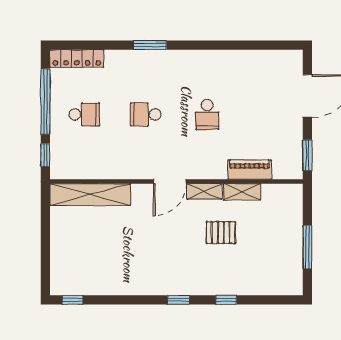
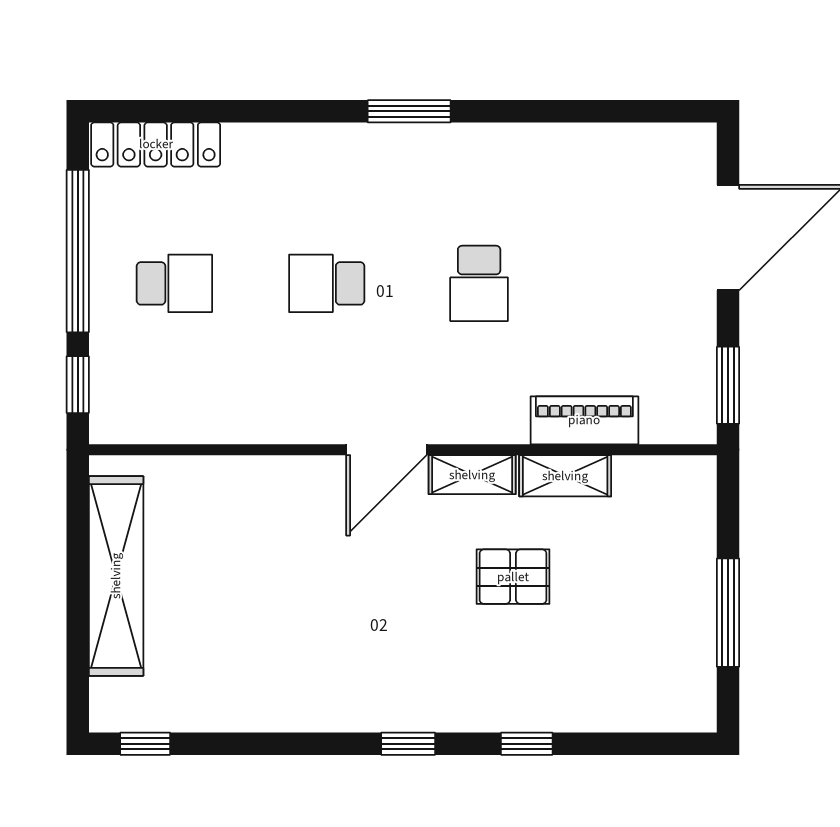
window: (150, 45) -> (409, 111), moved
shelving: (90, 195) -> (116, 576), moved, turned 90

